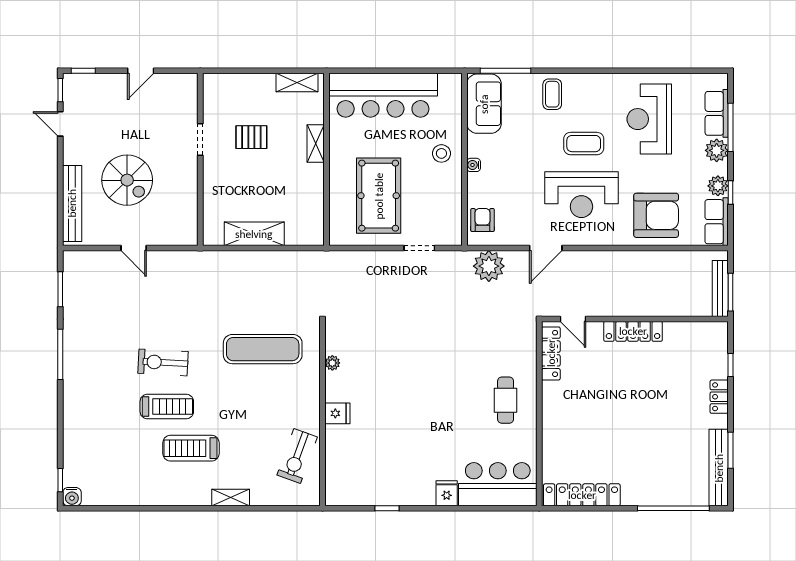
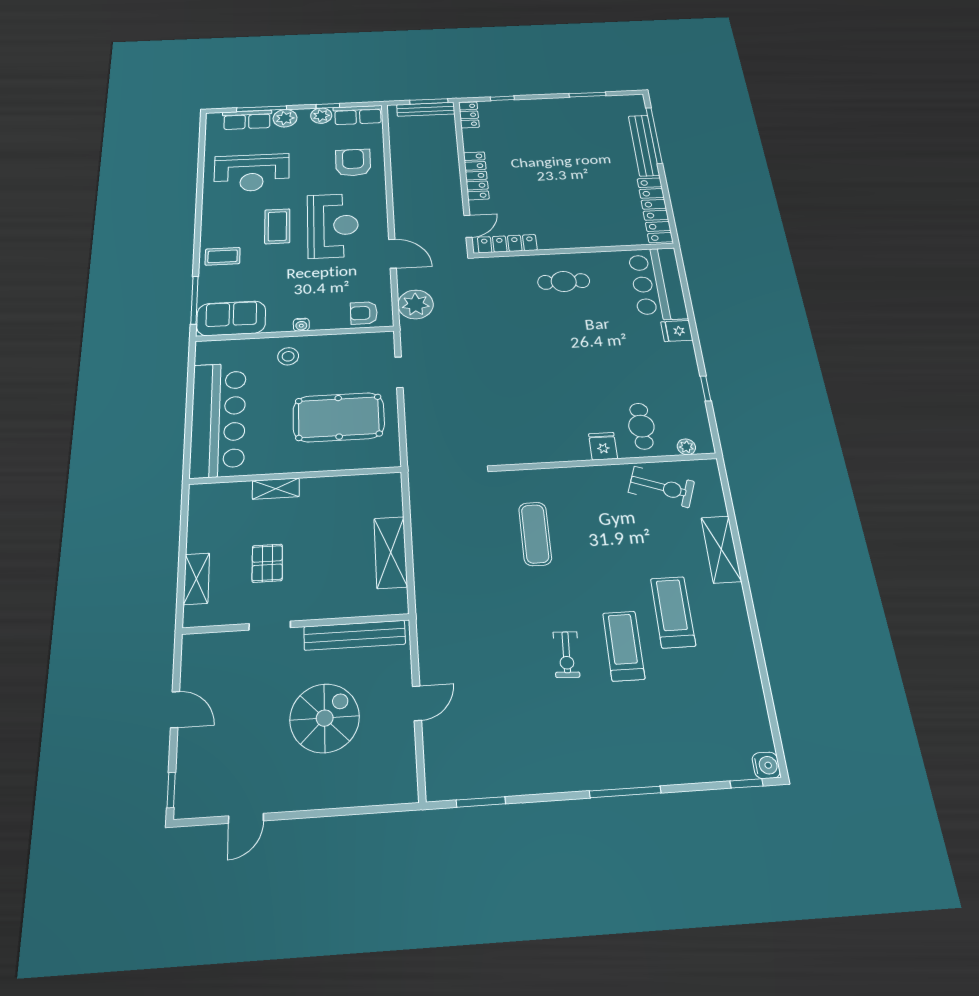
shelving: (297, 82) -> (196, 579), moved
window: (60, 90) -> (197, 822), removed
bench: (72, 203) -> (355, 635), moved
armchair: (656, 215) -> (353, 163), width x0.73, depth x0.73
exercise mat: (263, 349) -> (535, 534), width x0.73, depth x0.69
window: (60, 354) -> (625, 792), moved
exercise bike: (163, 362) -> (566, 654), width x0.73, depth x0.72
plant: (332, 363) -> (686, 447), moved
locker: (719, 397) -> (469, 115), moved, turned -90
treadmill: (191, 448) -> (673, 612), turned 180
cafe table: (354, 448) -> (641, 426), added
bench: (719, 468) -> (644, 145), moved, turned 90
shelving: (231, 498) -> (721, 549), width x1.50, depth x1.33

